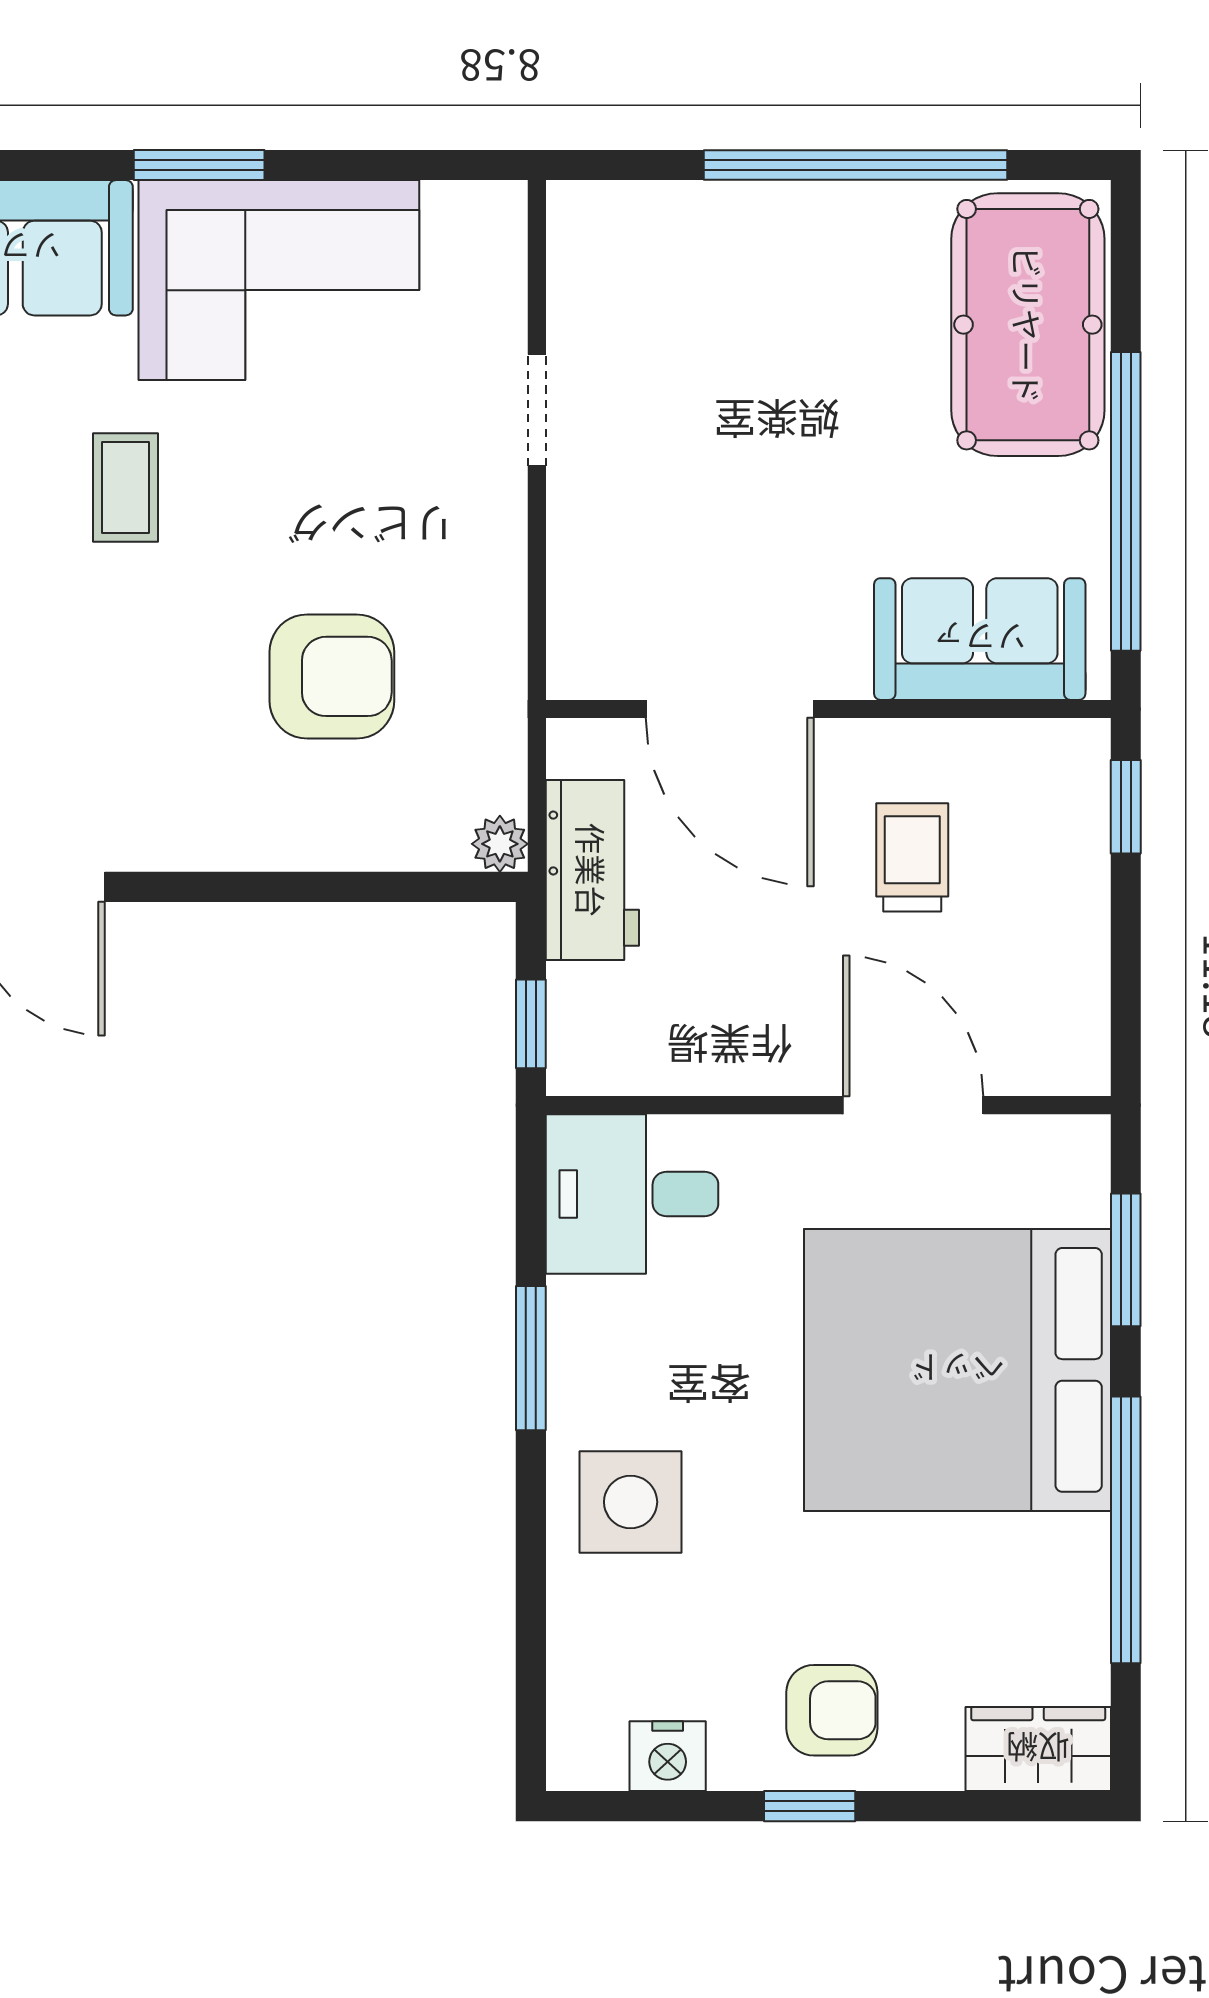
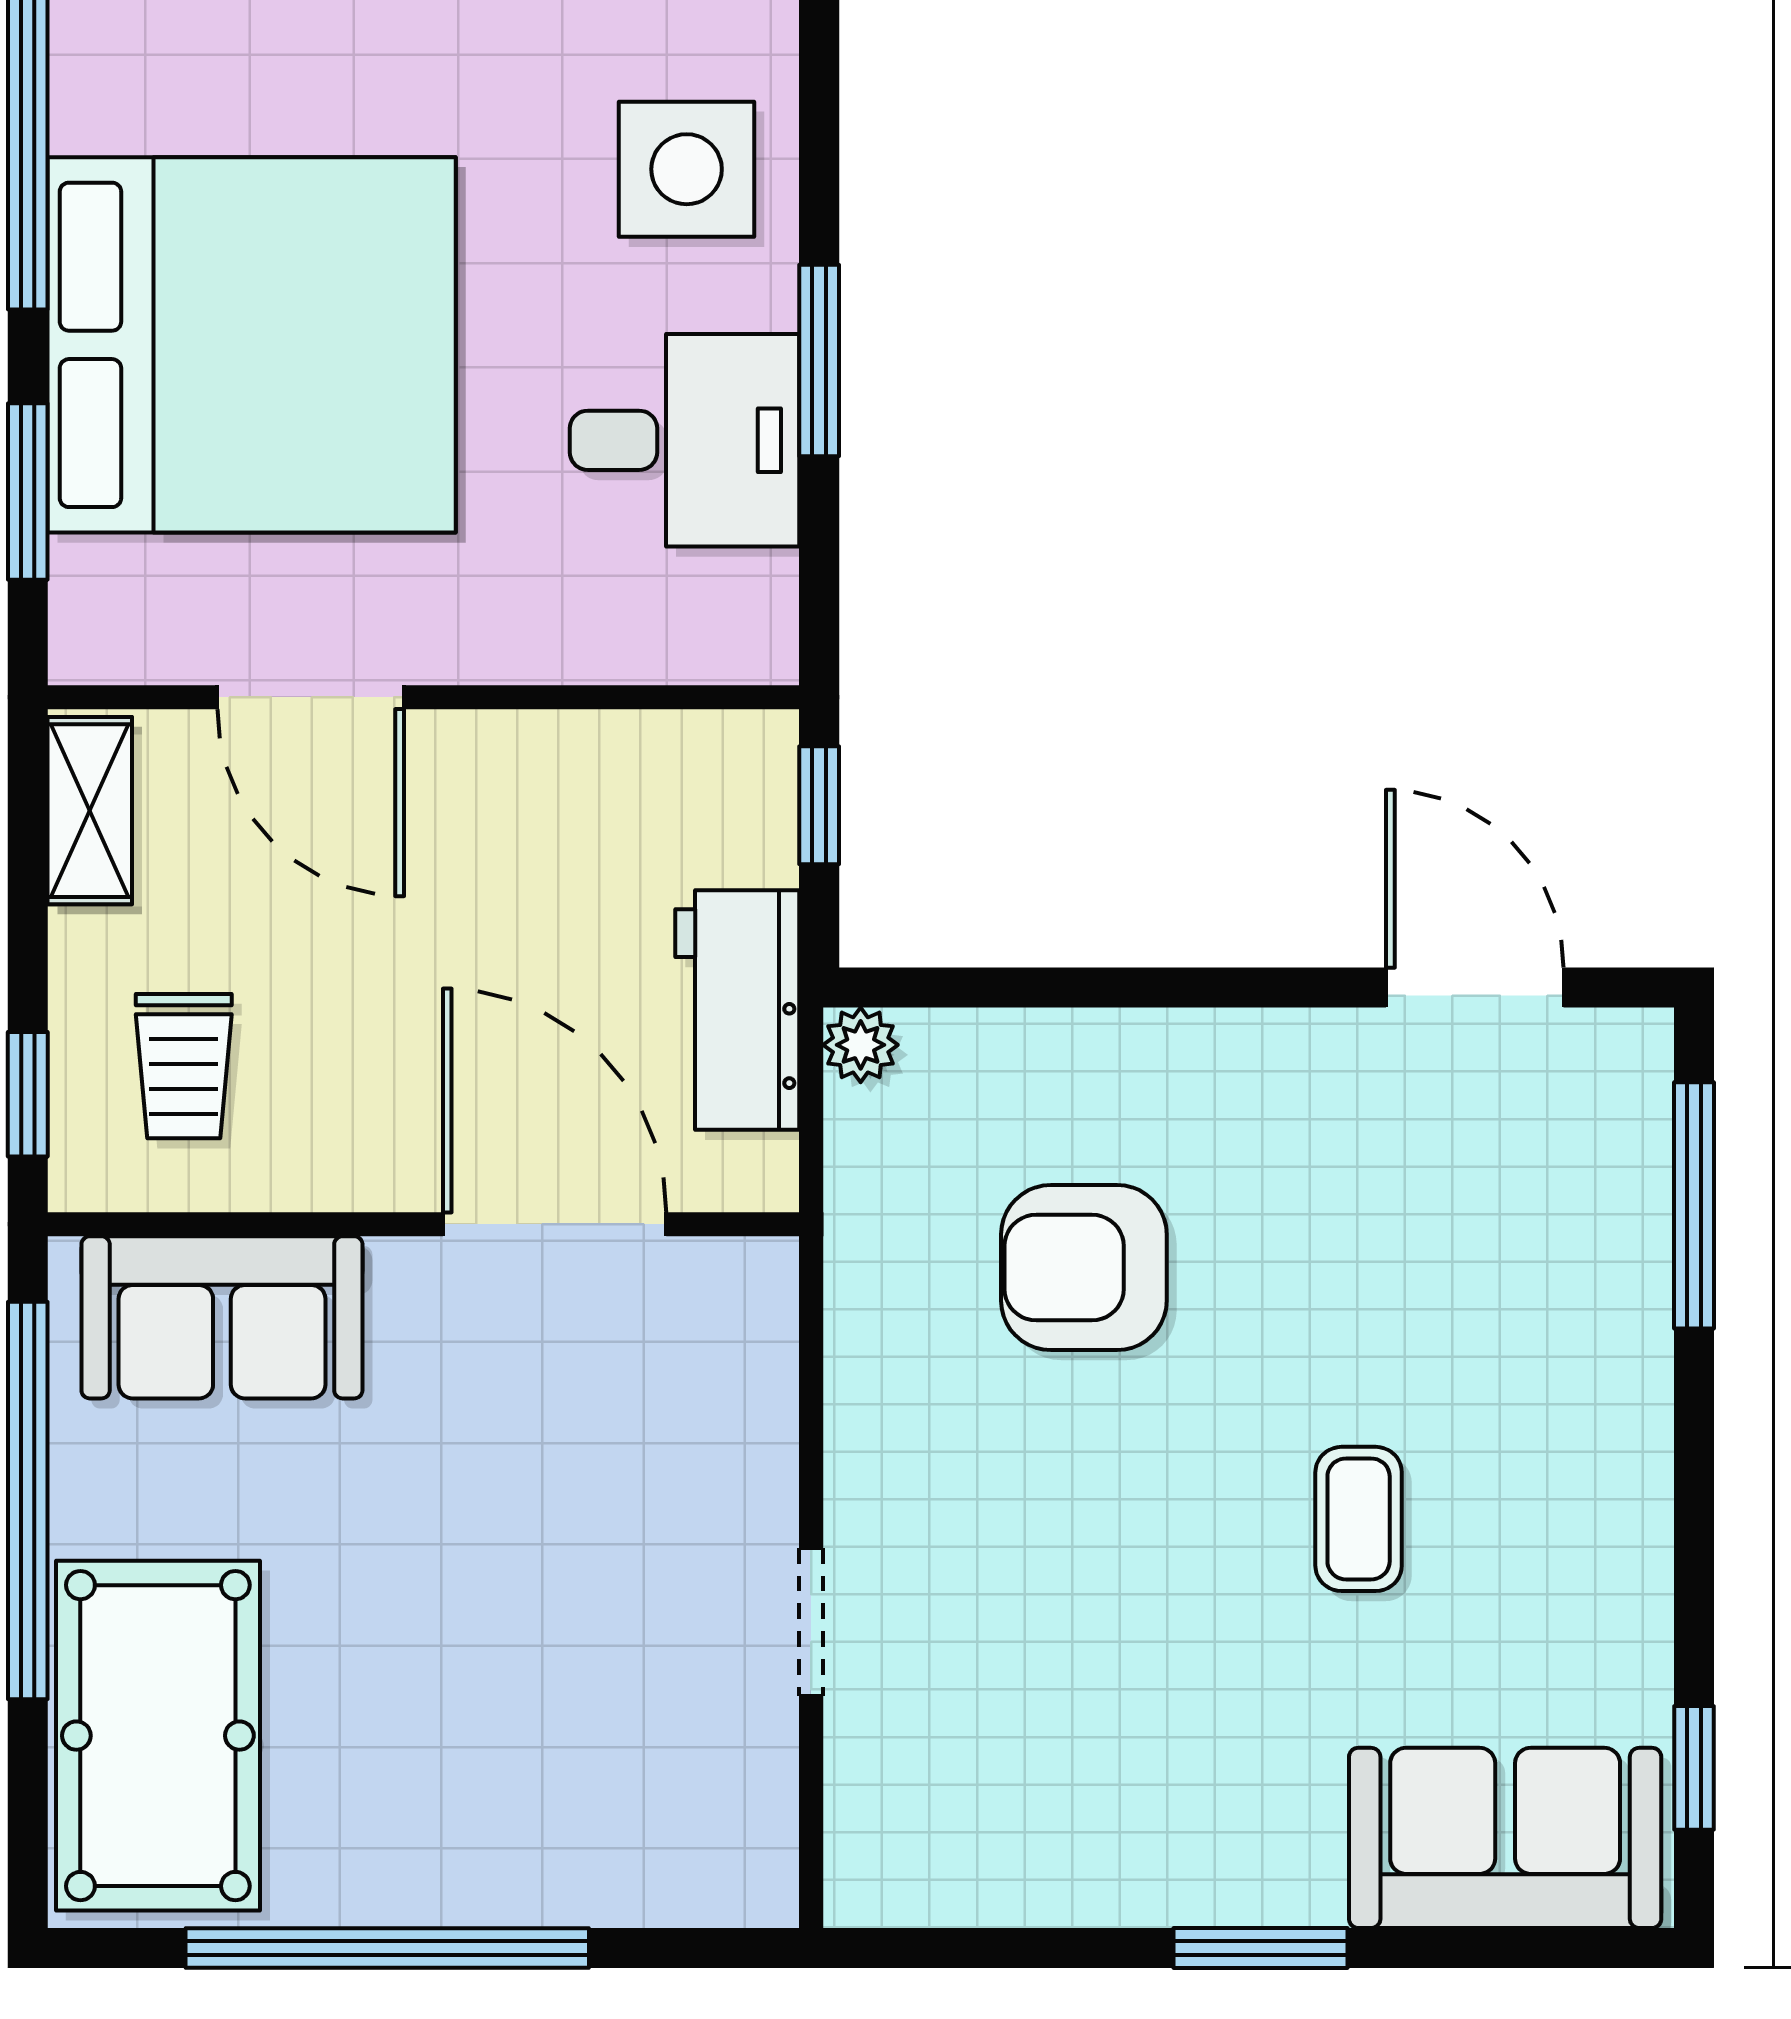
corner sofa: (279, 280) -> (1154, 1795), removed
trolley: (912, 857) -> (184, 1066), moved
shelving: (1079, 1020) -> (90, 811), added
desk: (632, 1194) -> (685, 440), moved

